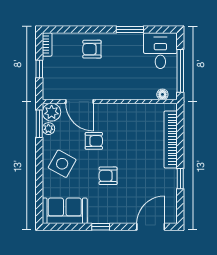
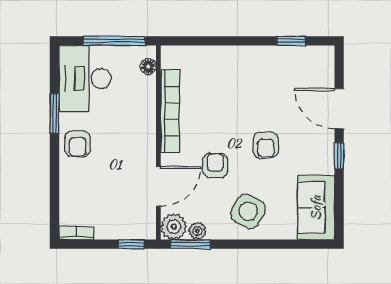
armchair: (92, 49) -> (78, 144), moved
desk: (160, 51) -> (85, 78), width x1.37
window: (39, 69) -> (131, 244), moved
bookcase: (171, 139) -> (170, 111), moved, turned -90
window: (180, 179) -> (291, 41), moved
door: (151, 227) -> (339, 108), moved

